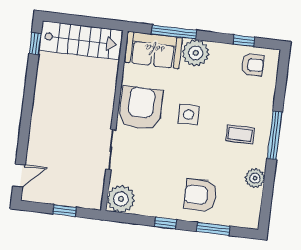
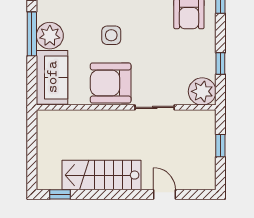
window: (174, 32) -> (32, 34), moved
stairs: (80, 40) -> (101, 175), moved, turned -90
door: (19, 176) -> (165, 194), moved
window: (166, 223) -> (220, 63), moved

